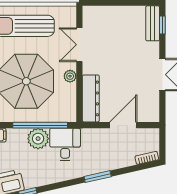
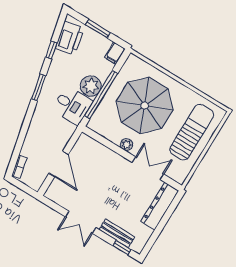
bench: (153, 23) -> (117, 233), moved
dresser: (91, 98) -> (160, 206), moved, turned 90
window: (98, 177) -> (39, 87), moved

